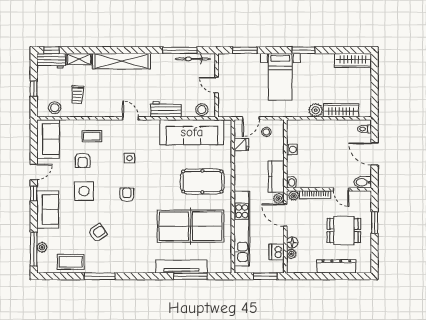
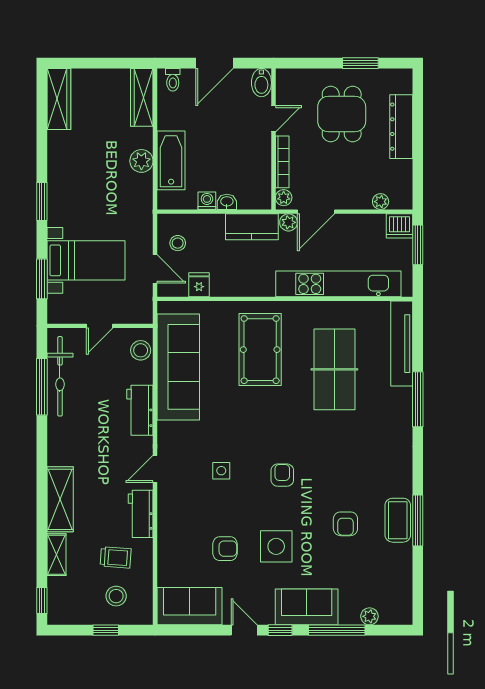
window: (303, 50) -> (42, 202), moved
bicycle: (193, 59) -> (60, 376), width x1.37, depth x1.40
workbench: (51, 61) -> (141, 514), moved, turned 180
shelving: (121, 61) -> (60, 499), width x0.68
bed with nightstands: (280, 77) -> (86, 260), moved
stool: (55, 108) -> (116, 596), moved
wardrobe: (341, 110) -> (142, 97), moved
bathtub: (316, 128) -> (171, 160), added
coffee table: (92, 136) -> (185, 533), removed
washbasin: (291, 183) -> (227, 202), moved
armchair: (127, 195) -> (282, 475), turned 90
window: (375, 223) -> (360, 63), moved
table tennis table: (190, 226) -> (334, 369), width x0.73, depth x0.76
armchair: (98, 233) -> (345, 524), turned -145
floor lamp: (292, 242) -> (361, 200), removed
window: (34, 249) -> (337, 630), moved
dishwasher: (277, 252) -> (399, 226), moved
coffee table: (71, 262) -> (398, 520), moved
tv unit: (182, 267) -> (402, 344), moved
window: (190, 276) -> (418, 399), moved

